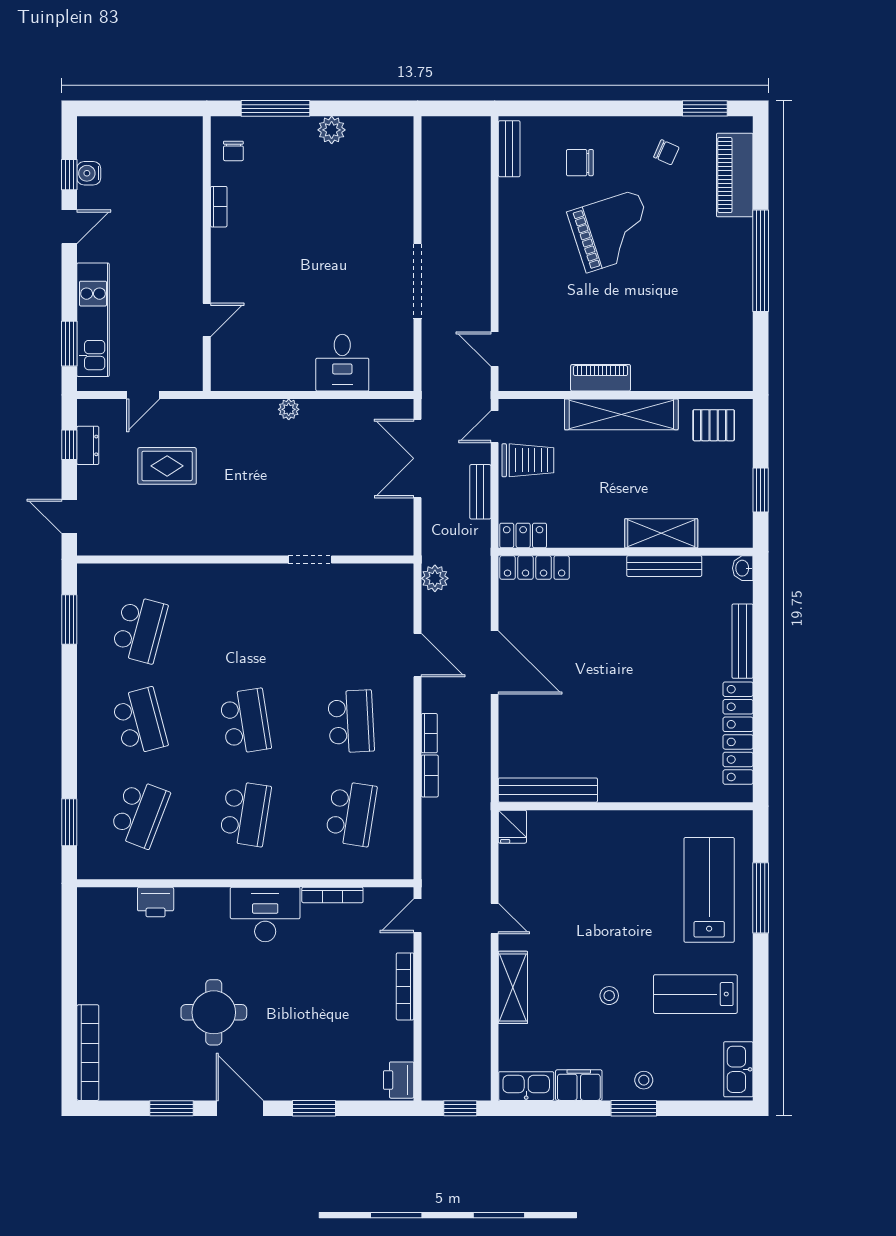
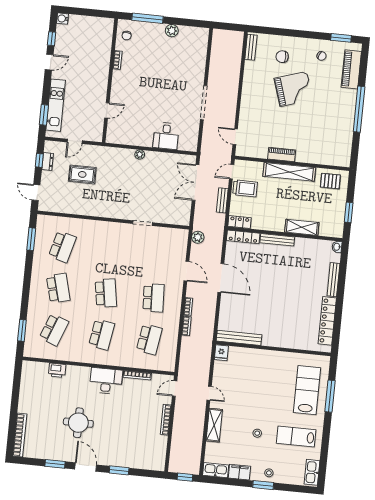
water cooler: (89, 173) -> (63, 19), moved
bench: (664, 566) -> (277, 240), moved
printer: (399, 1080) -> (158, 462), removed

